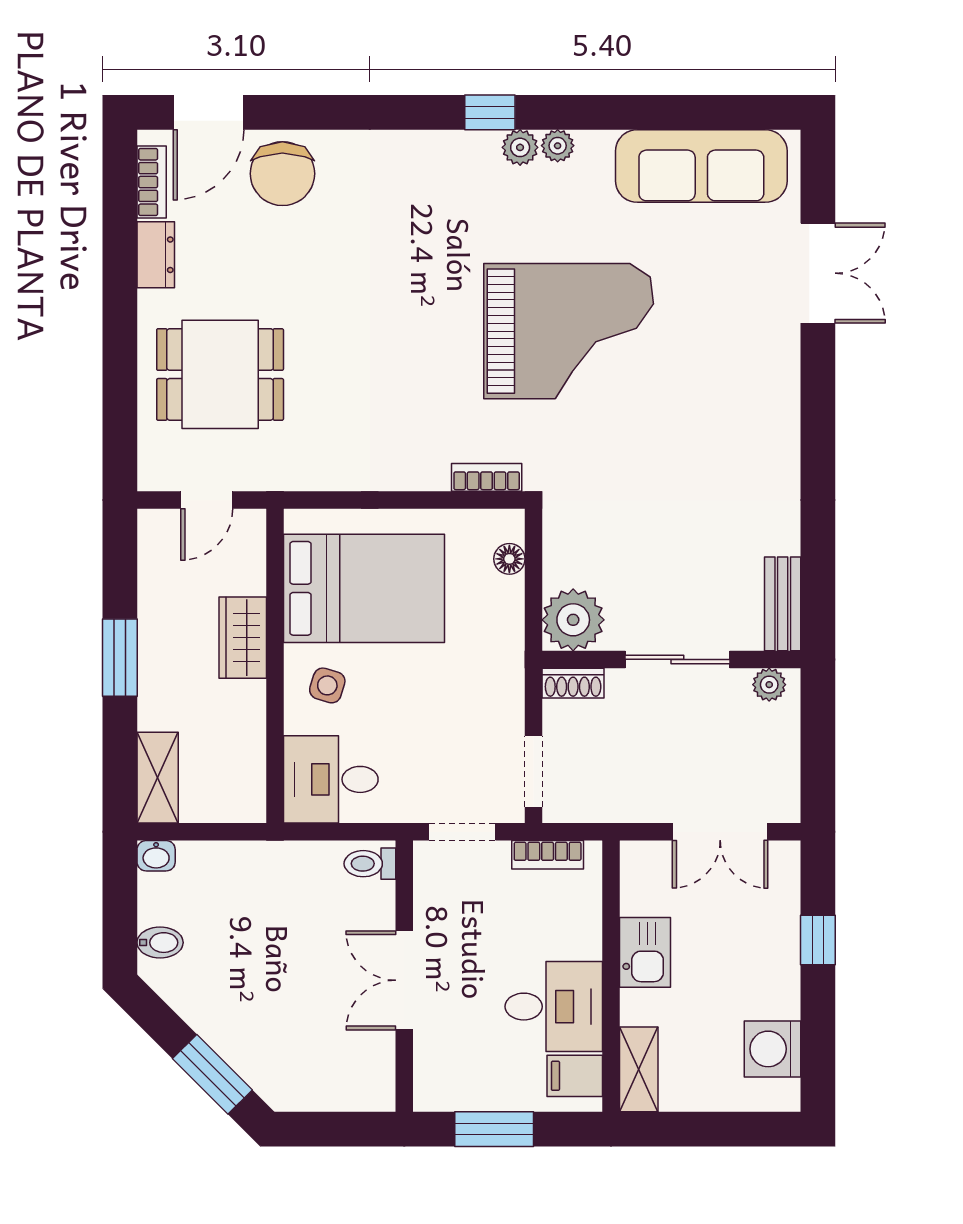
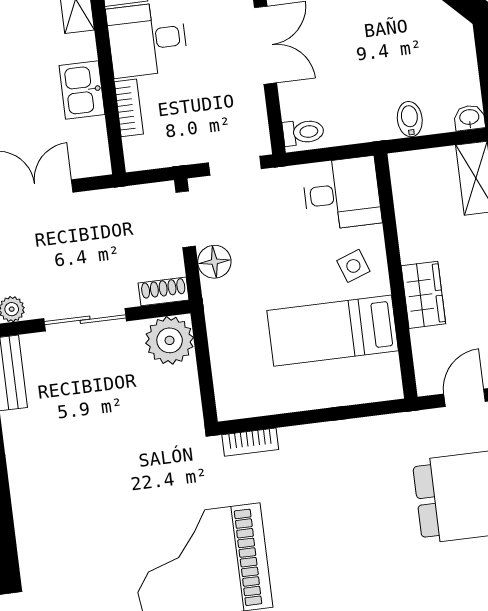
floor lamp: (509, 559) -> (214, 262), moved, width x1.37, depth x1.37
bed: (364, 588) -> (333, 331), width x0.67
side table: (327, 685) -> (353, 266), turned -37
bookcase: (548, 855) -> (129, 108), moved, turned 90
bidet: (160, 943) -> (410, 119), moved, turned 90

